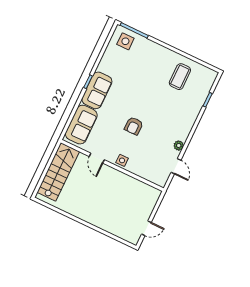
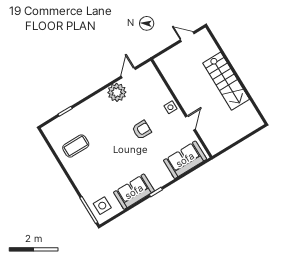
sofa: (97, 90) -> (134, 192), moved
plant: (179, 146) -> (117, 92), width x1.88, depth x1.88
stairs: (58, 172) -> (226, 81), moved, turned -90

